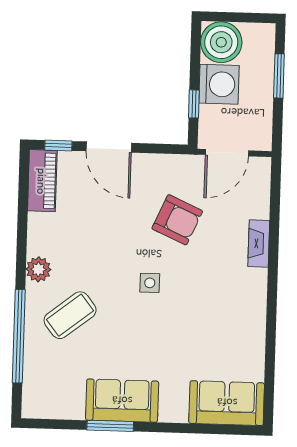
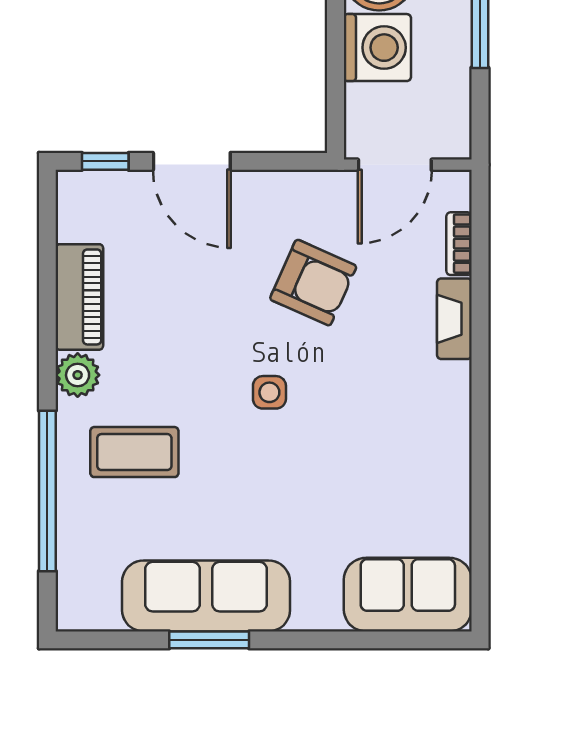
window: (194, 104) -> (335, 83), removed
piano: (42, 181) -> (79, 297), moved
bookcase: (263, 200) -> (459, 244), added
coffee table: (70, 315) -> (134, 452), turned 38
sofa: (122, 401) -> (206, 596), width x1.36

